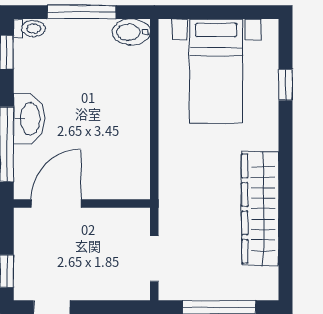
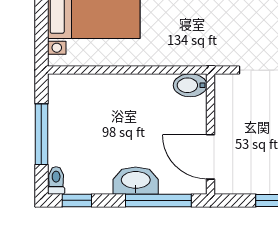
bidet: (131, 32) -> (190, 85), moved, turned 90

